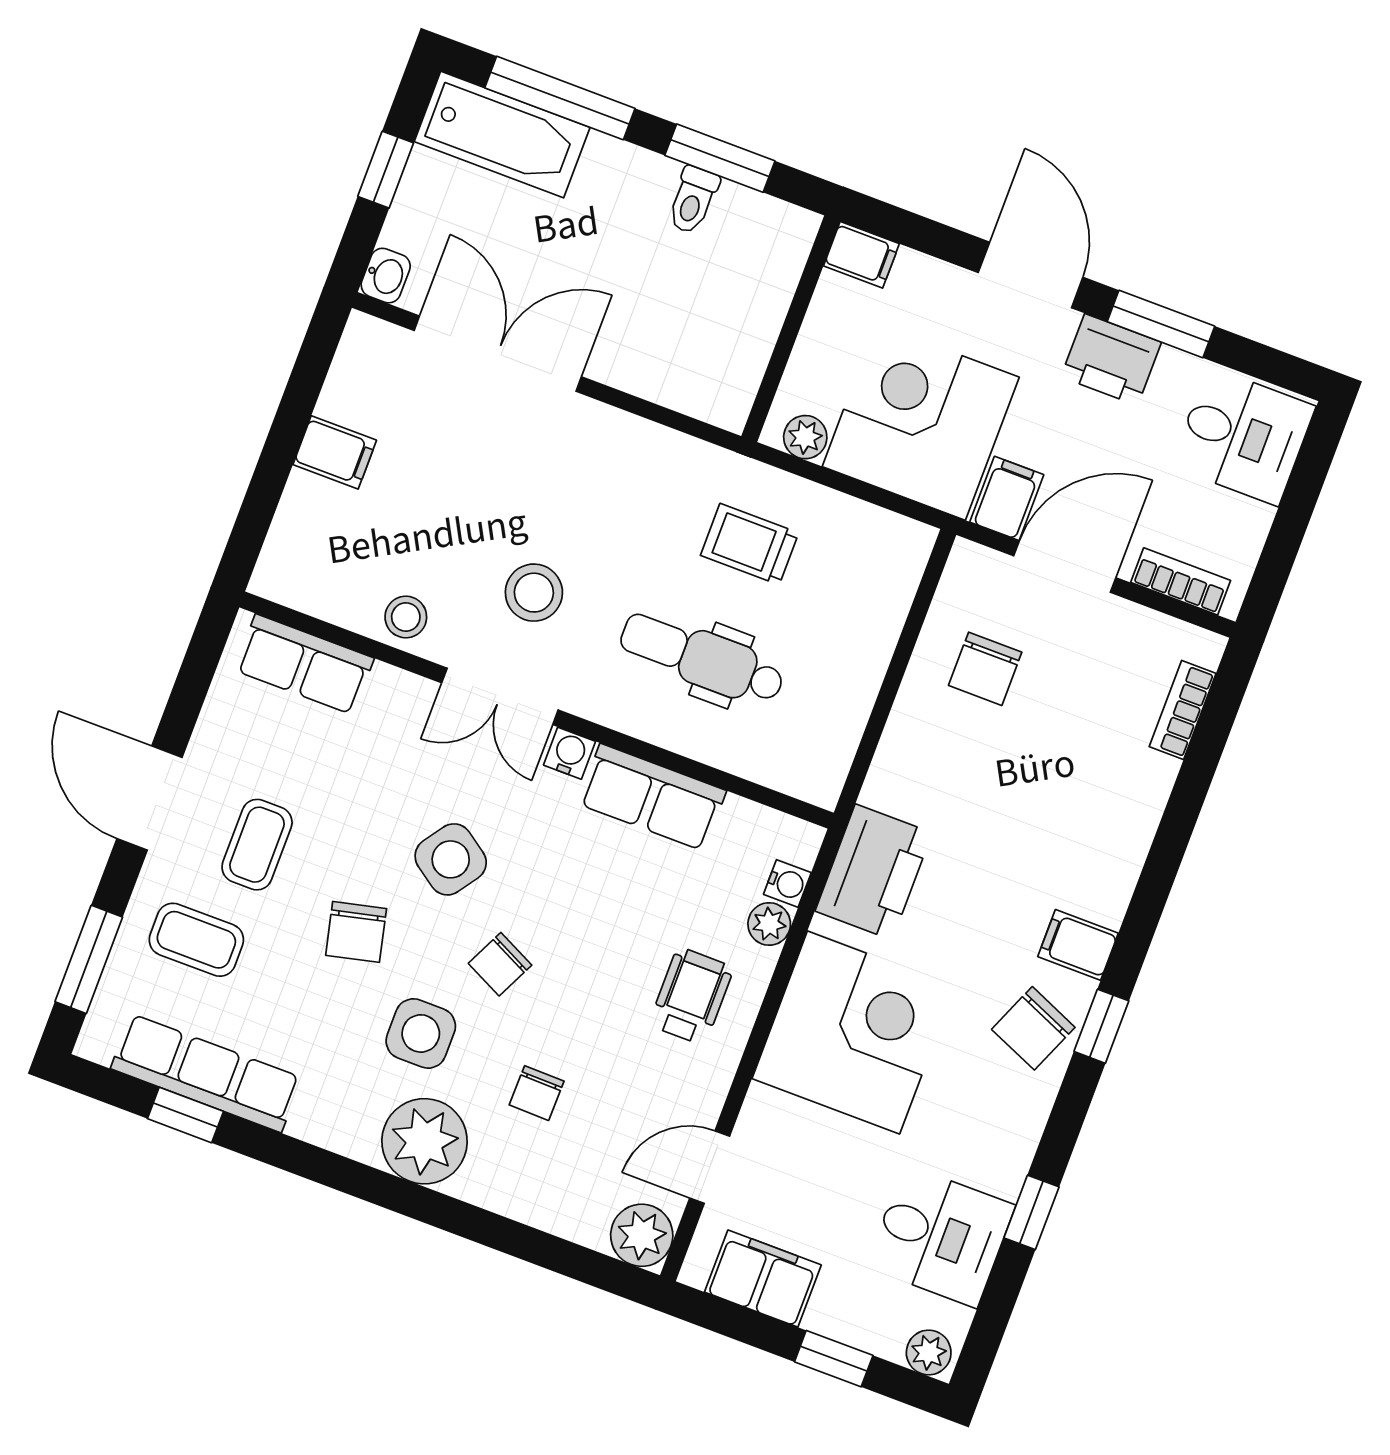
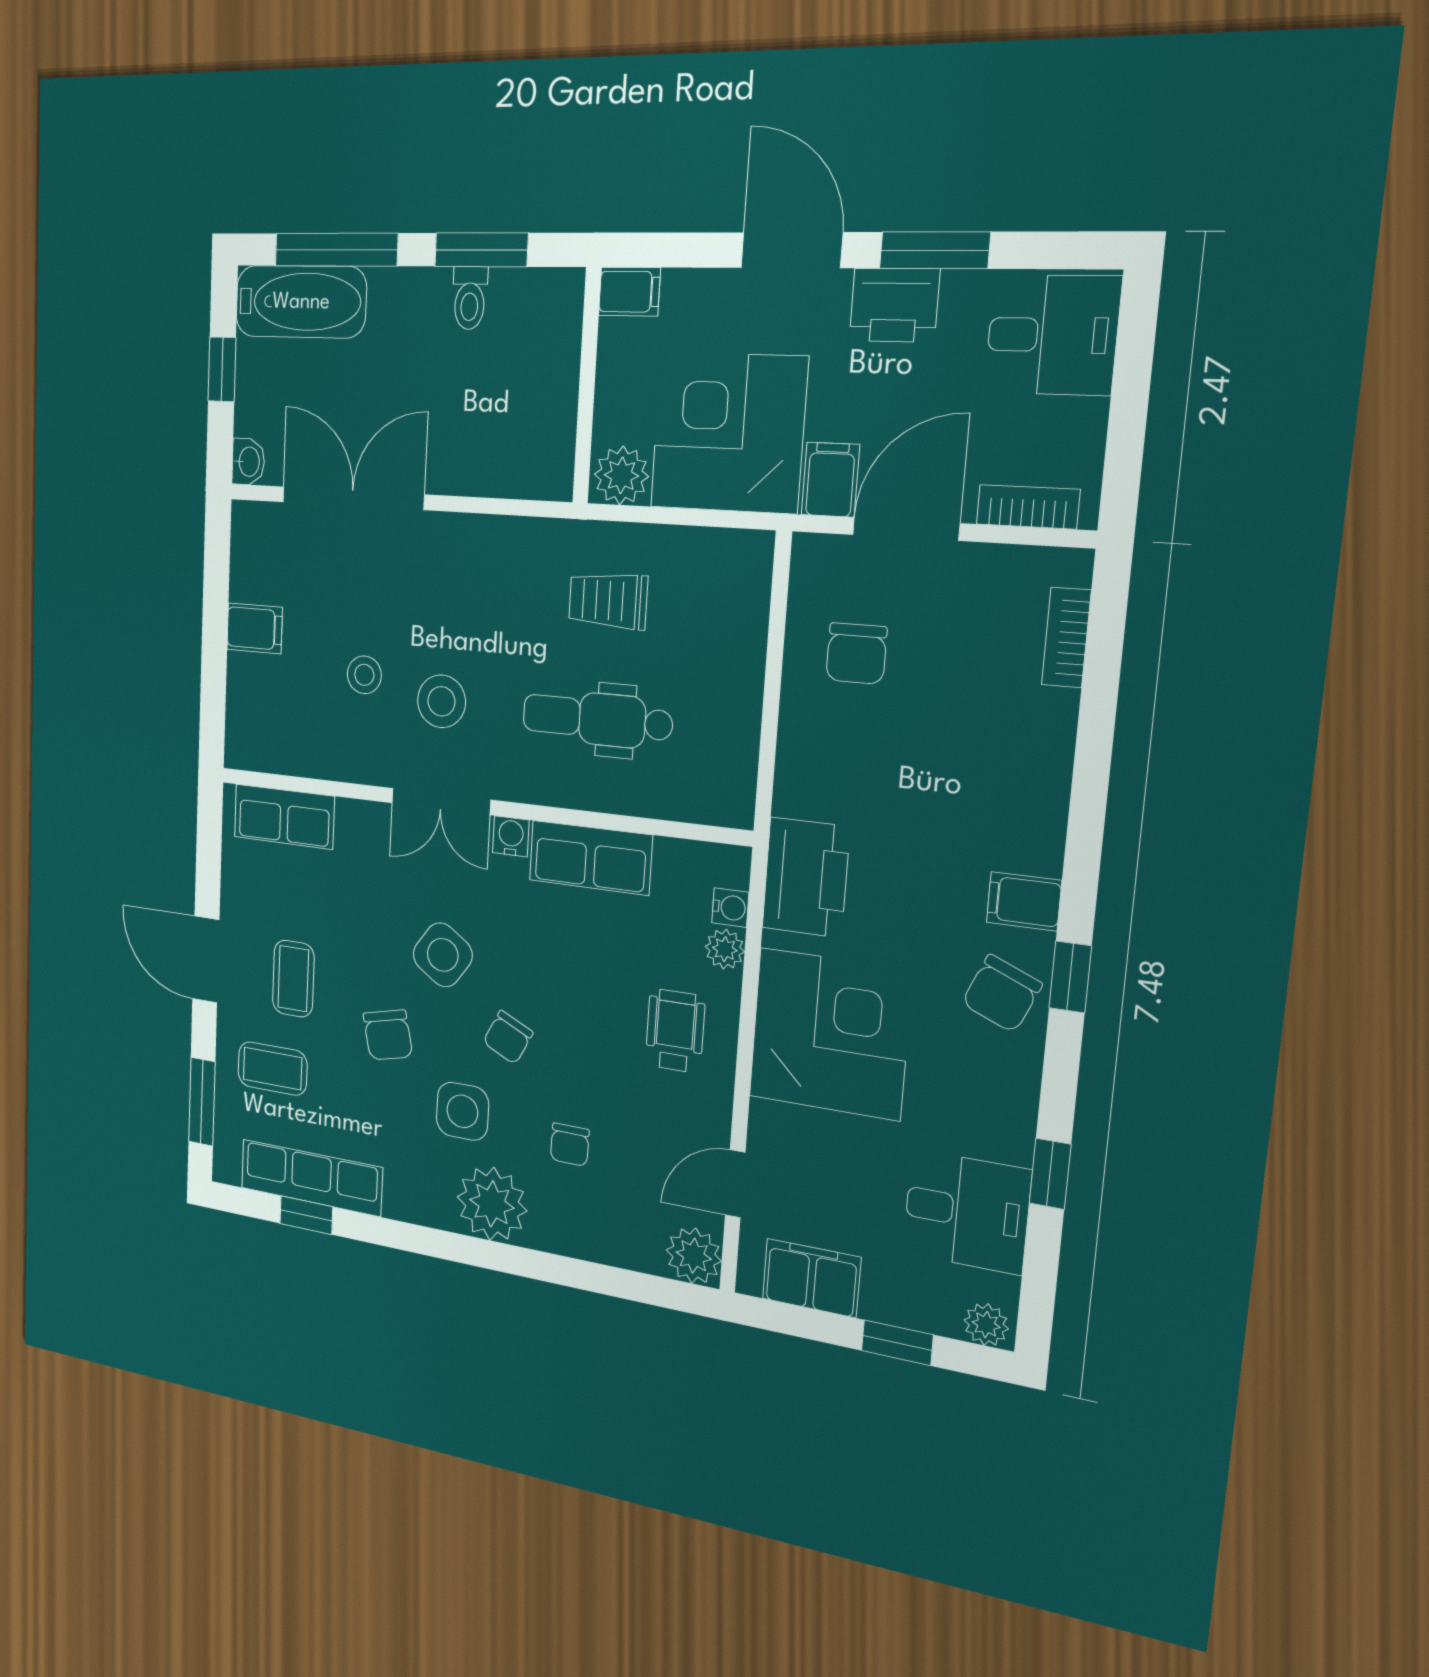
plant: (805, 437) -> (621, 475), width x1.38, depth x1.38
stool: (406, 617) -> (364, 675), moved

